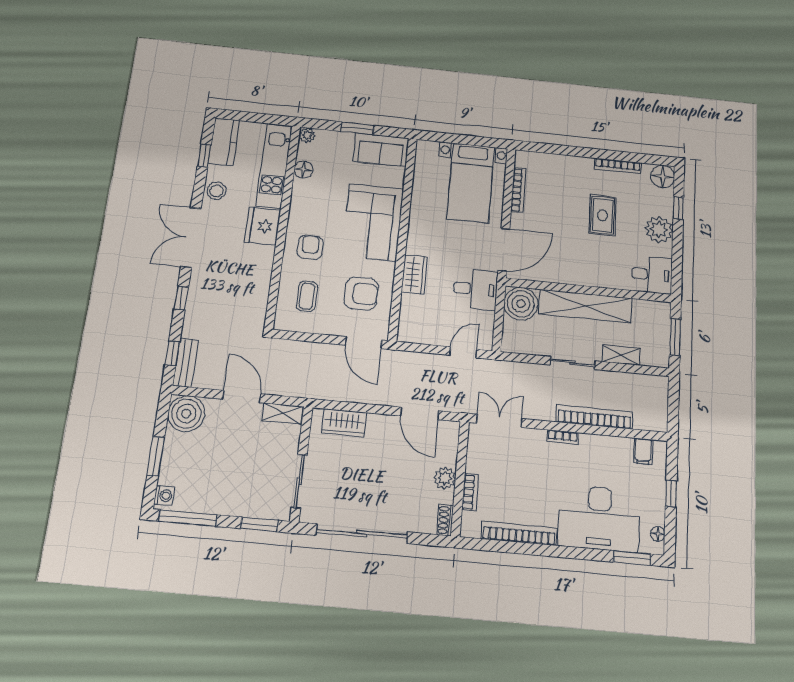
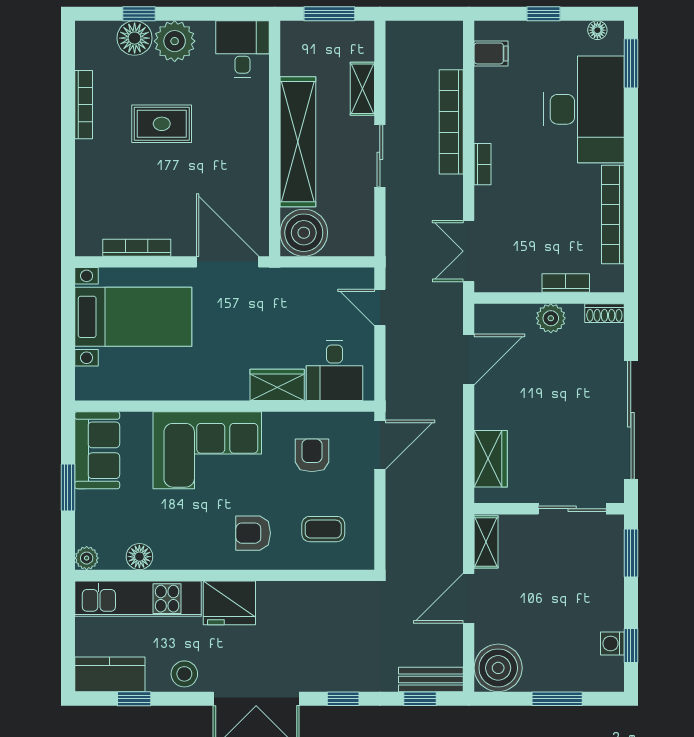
floor lamp: (663, 176) -> (135, 38), moved
desk: (475, 289) -> (334, 370), moved, turned 180
armchair: (361, 294) -> (312, 455), width x0.72, depth x0.72
washing machine: (164, 495) -> (612, 643), moved, turned -90
window: (188, 518) -> (631, 645), width x0.46

